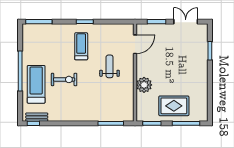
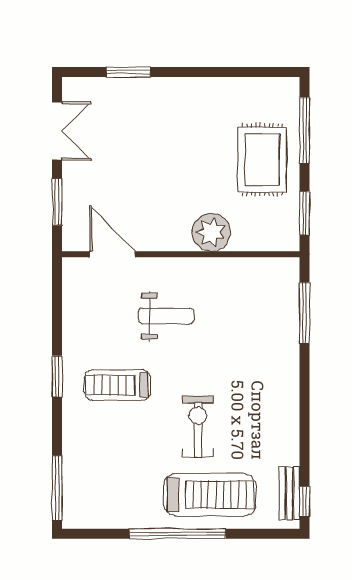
double door: (186, 22) -> (57, 131), swing flipped
weight bench: (110, 66) -> (166, 316), turned 180
treadmill: (36, 84) -> (210, 495), turned 180

